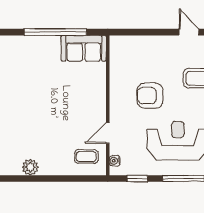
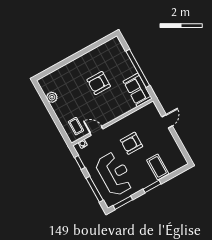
door: (189, 32) -> (167, 121), moved
armchair: (46, 95) -> (99, 83), added
armchair: (150, 96) -> (131, 143), turned -90

